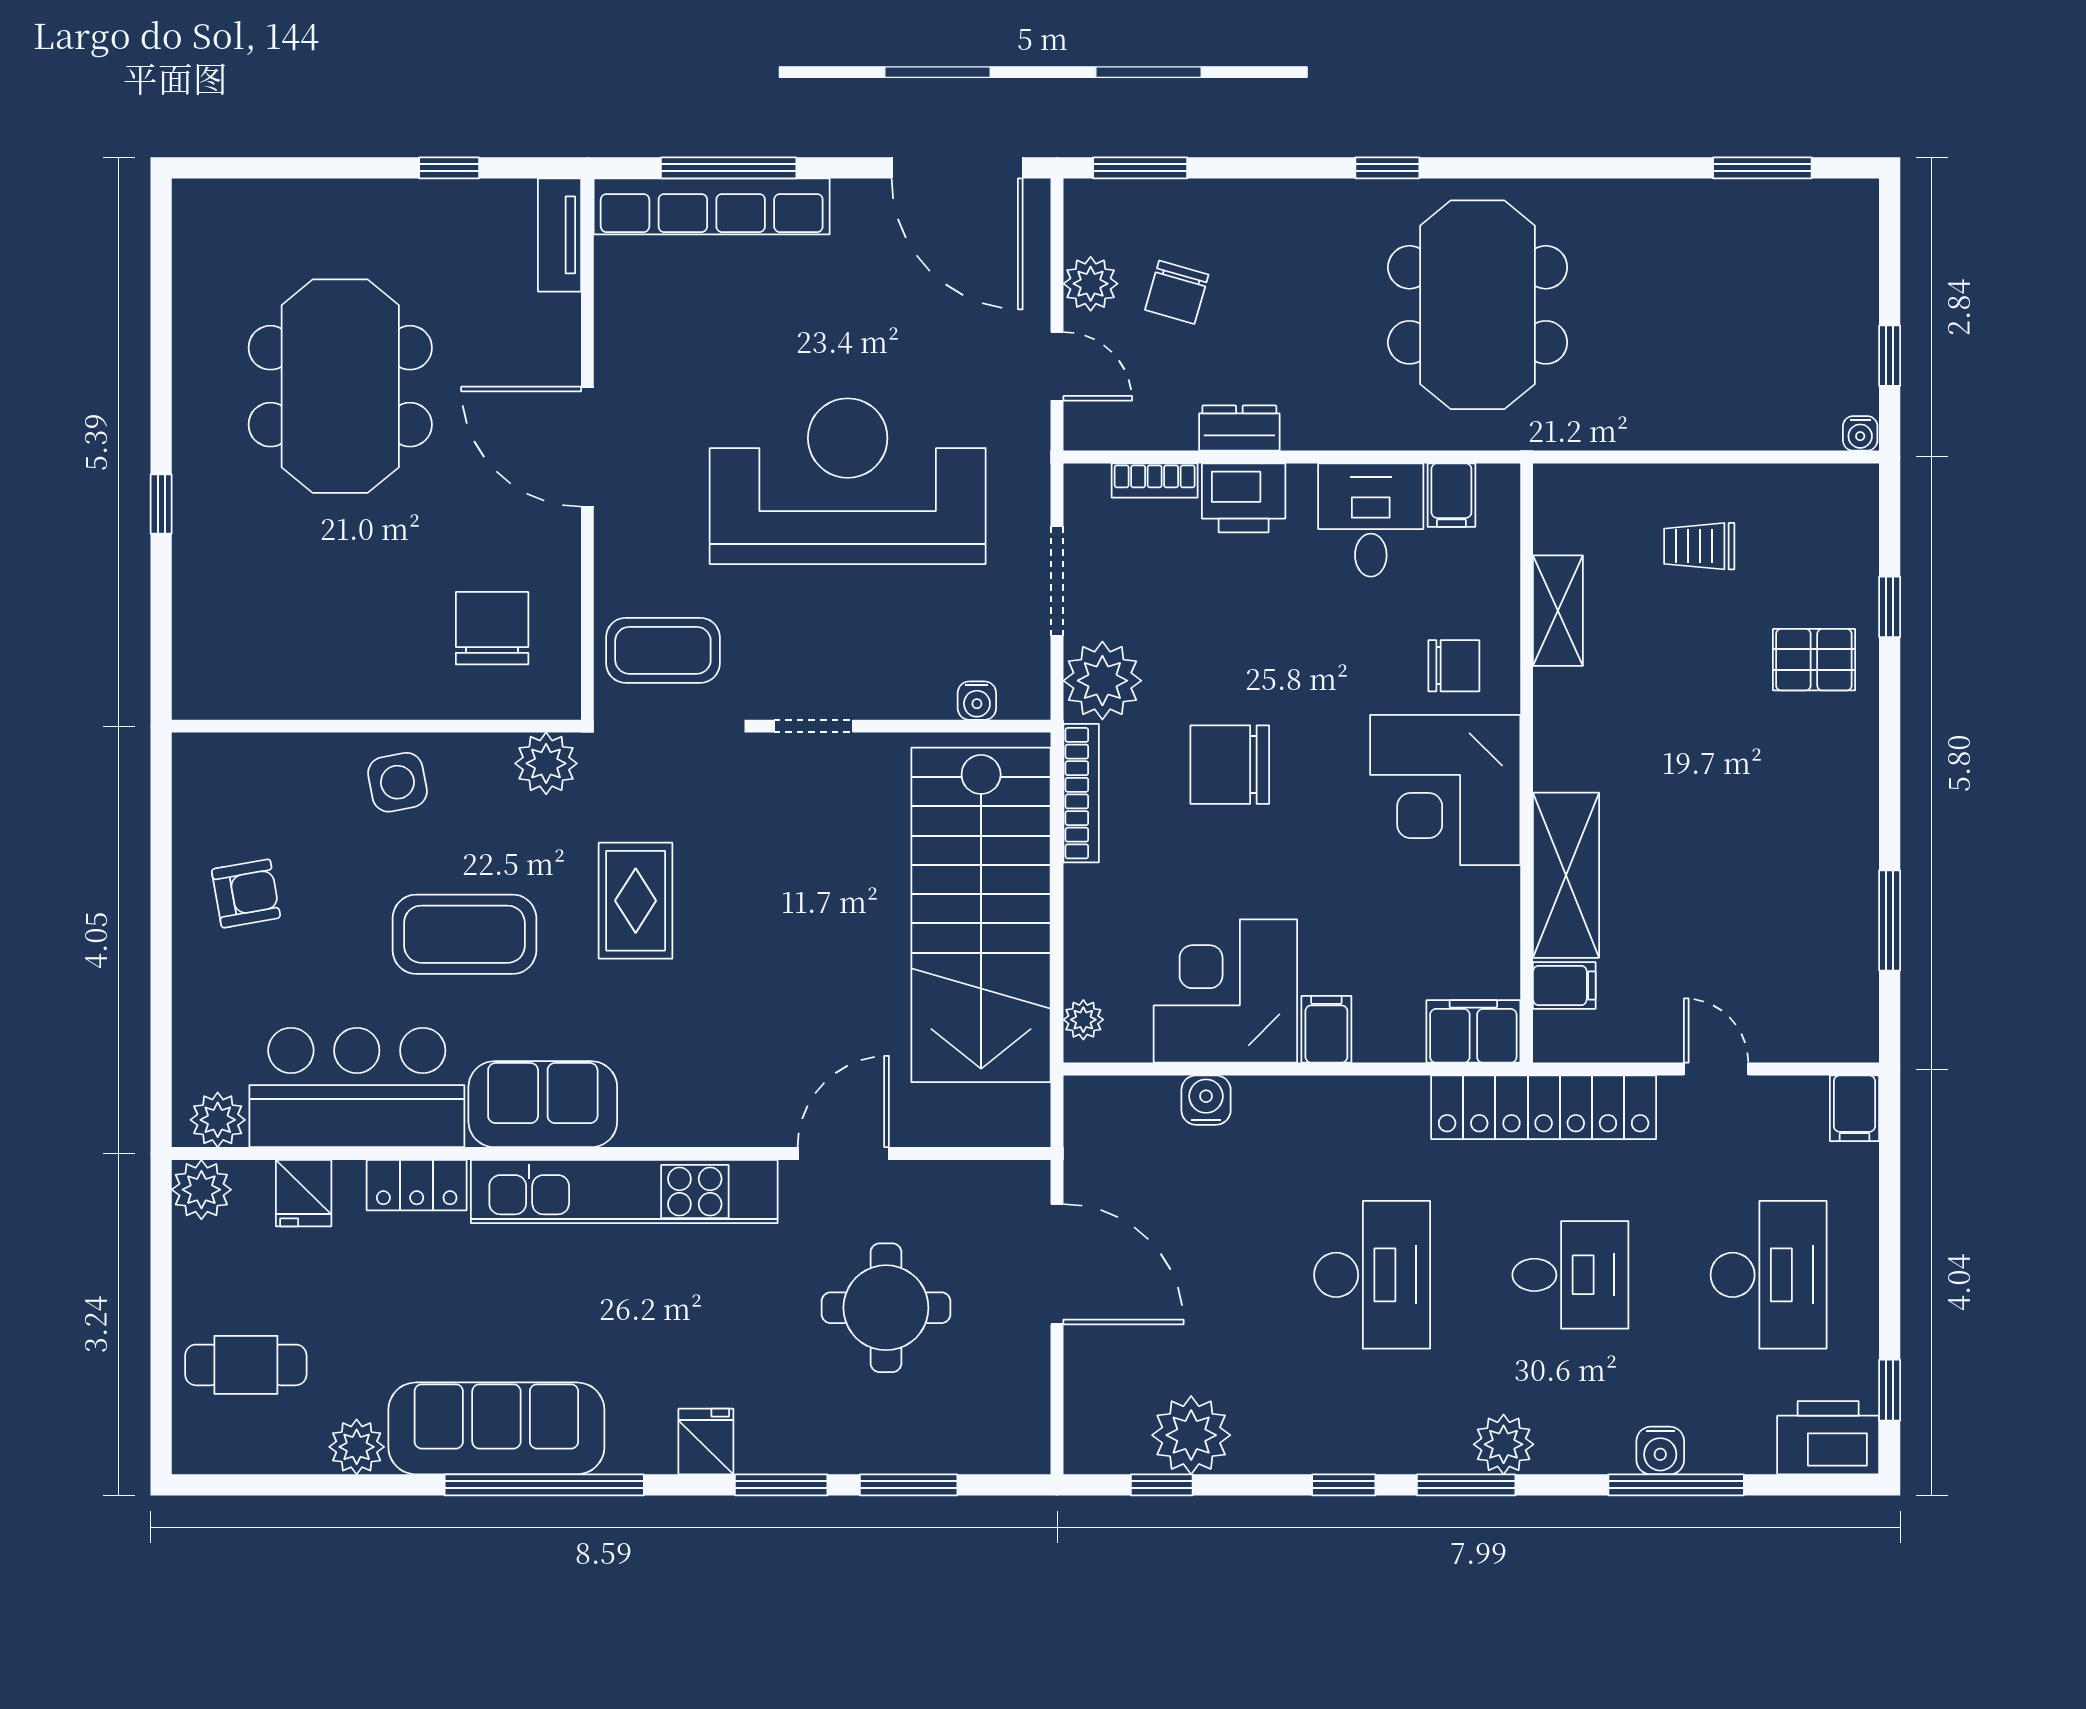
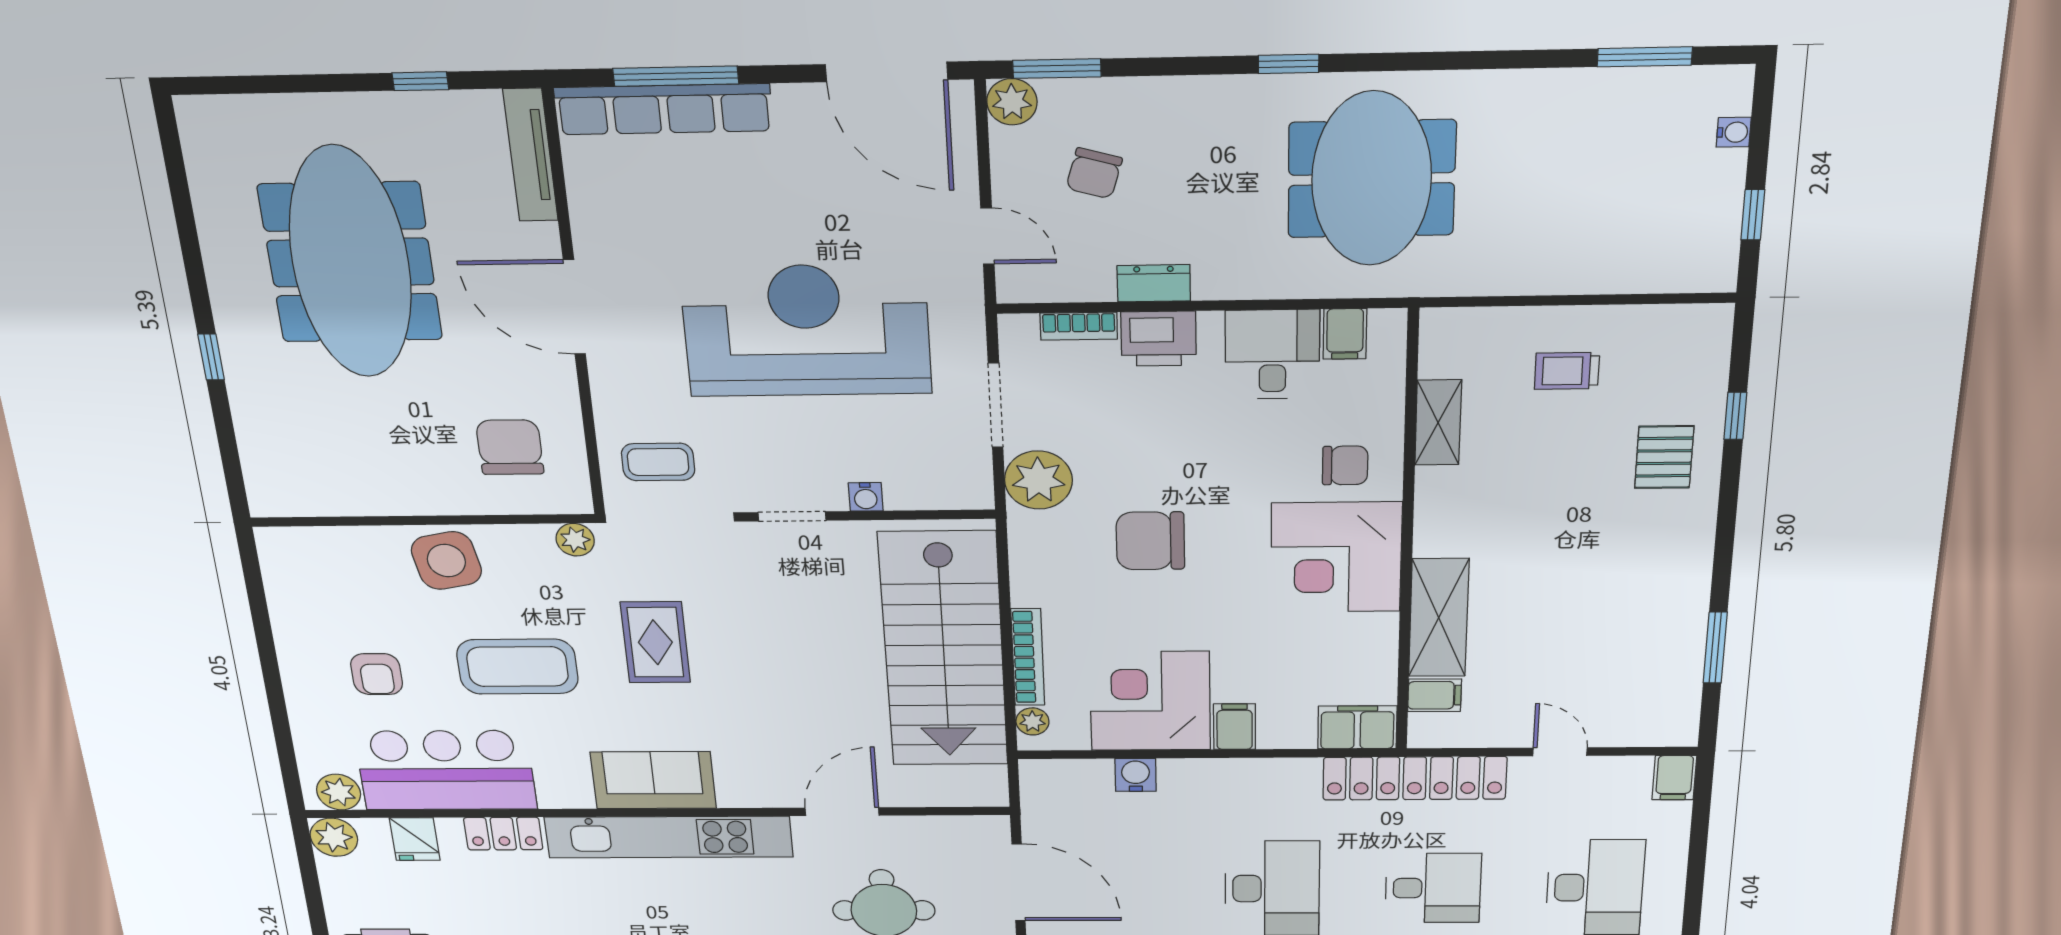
tv unit: (559, 235) -> (530, 155), width x1.41
plant: (1091, 284) -> (1012, 102), moved
meeting table: (340, 386) -> (350, 263), width x1.36
water cooler: (1860, 433) -> (1734, 132), moved, turned -90
coffee table: (663, 650) -> (658, 462), width x0.73, depth x0.77
pallet: (1814, 660) -> (1664, 457), turned 90
water cooler: (977, 701) -> (866, 497), moved
plant: (546, 763) -> (575, 540), width x0.73, depth x0.73
side table: (397, 782) -> (446, 561), width x1.37, depth x1.37
bookcase: (1081, 793) -> (1028, 657), moved
armchair: (246, 894) -> (377, 674), moved, turned 100
sofa: (543, 1104) -> (653, 780), moved

